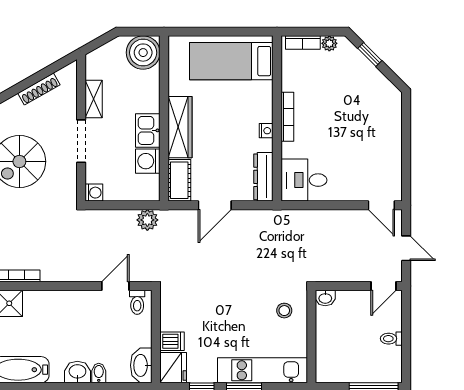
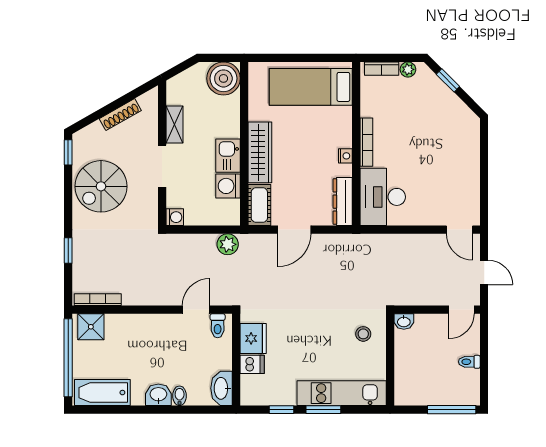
desk: (304, 180) -> (383, 197), width x1.37
fridge: (173, 368) -> (253, 338), moved

